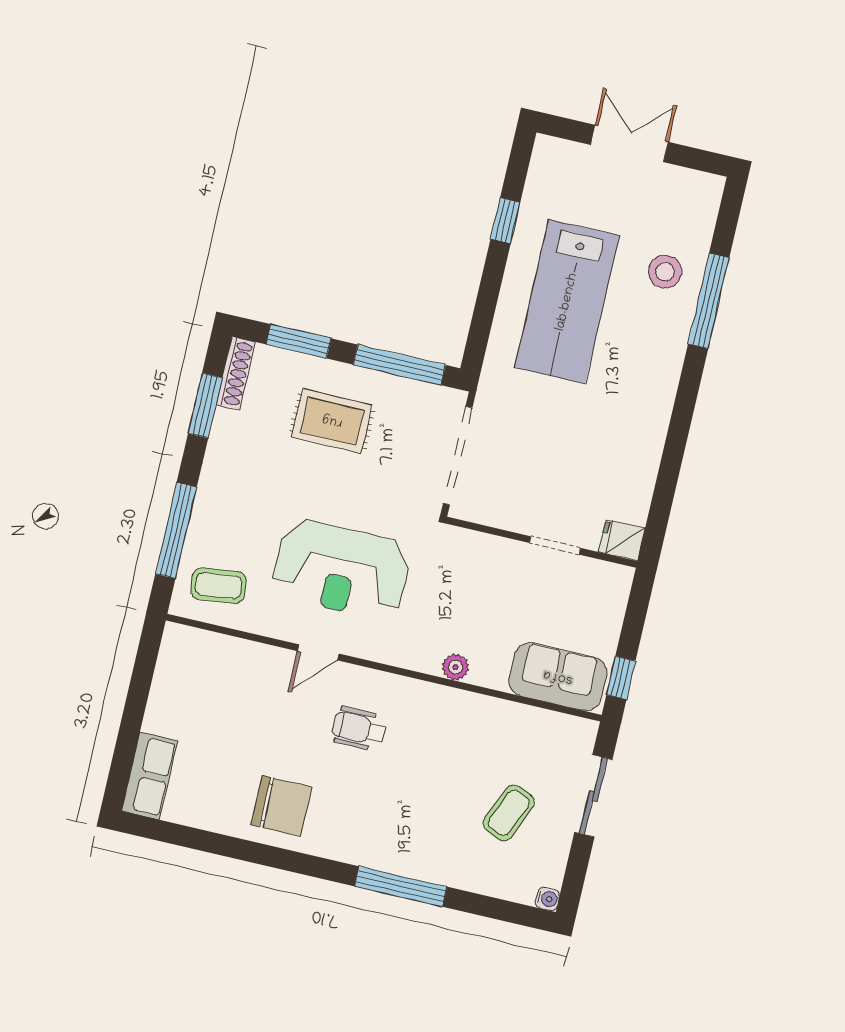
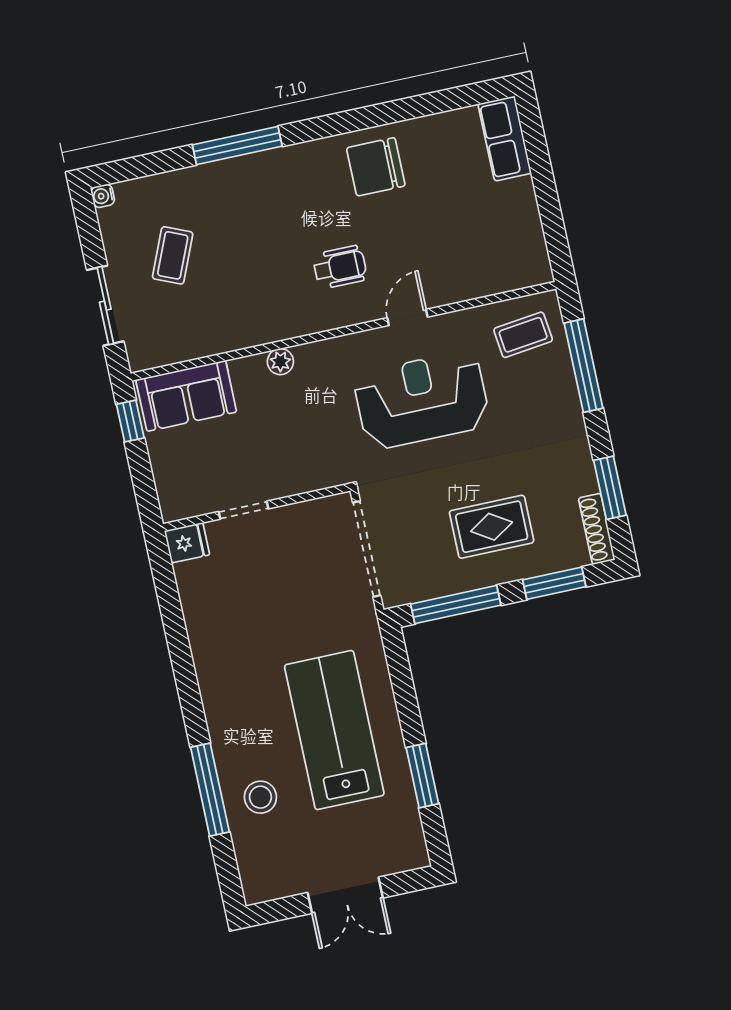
window: (505, 221) -> (422, 776), width x1.50

